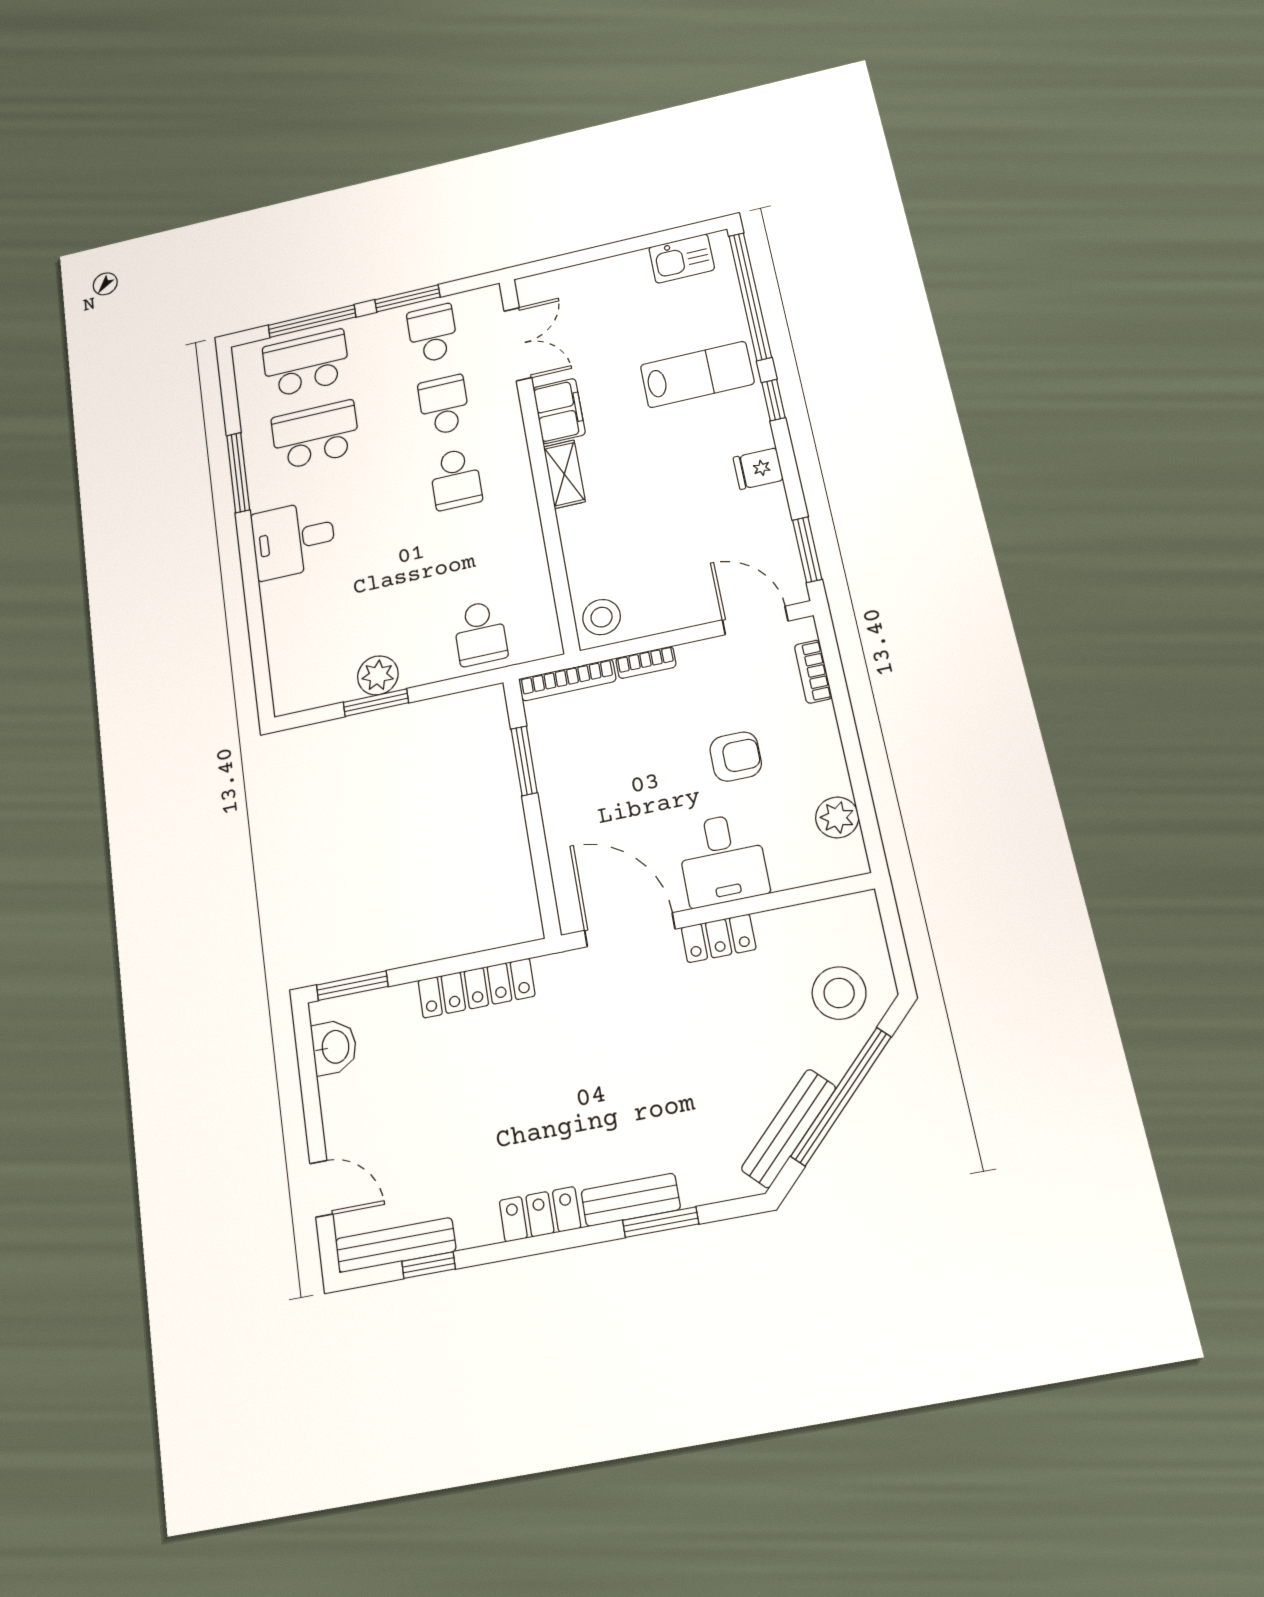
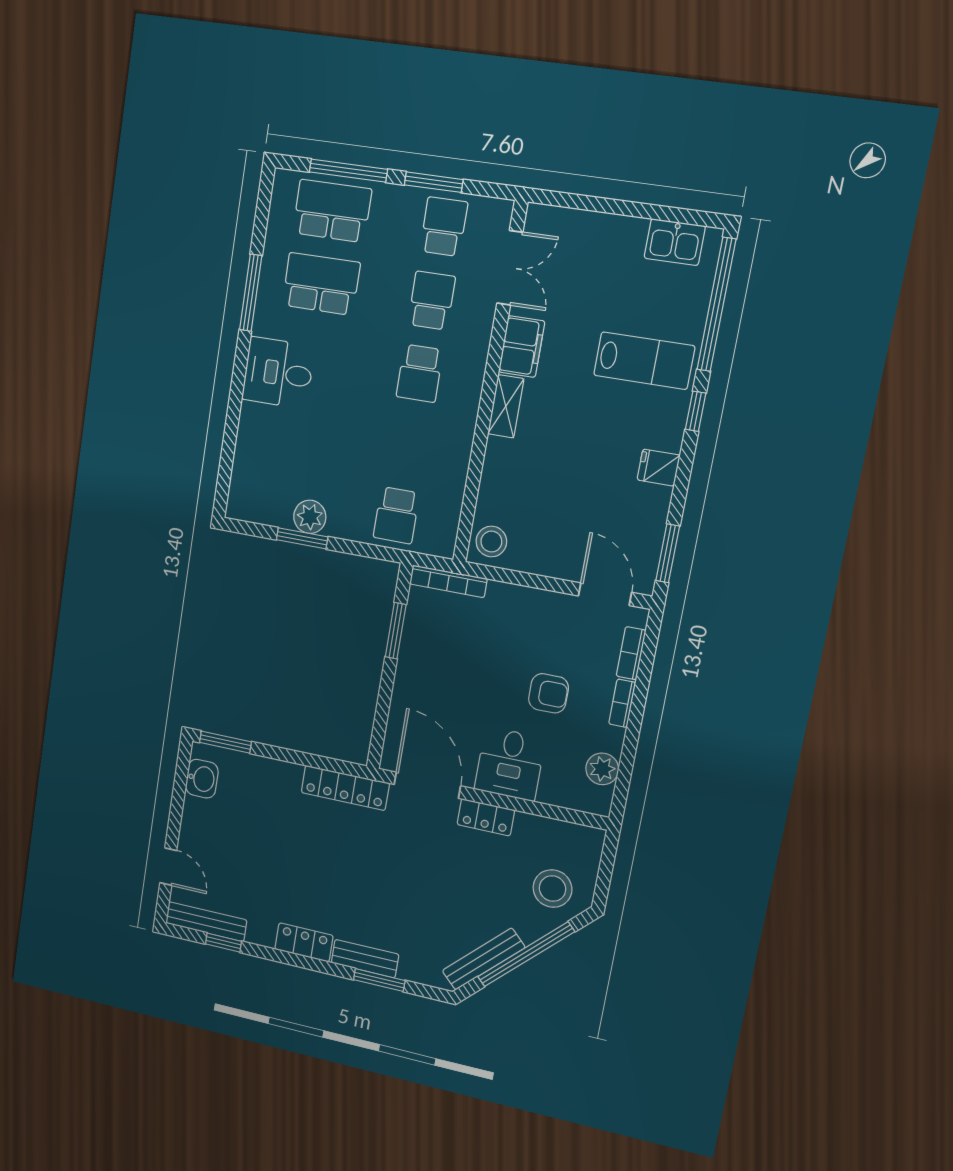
bookcase: (646, 662) -> (622, 703), moved, turned 90
locker: (476, 988) -> (345, 788), moved

